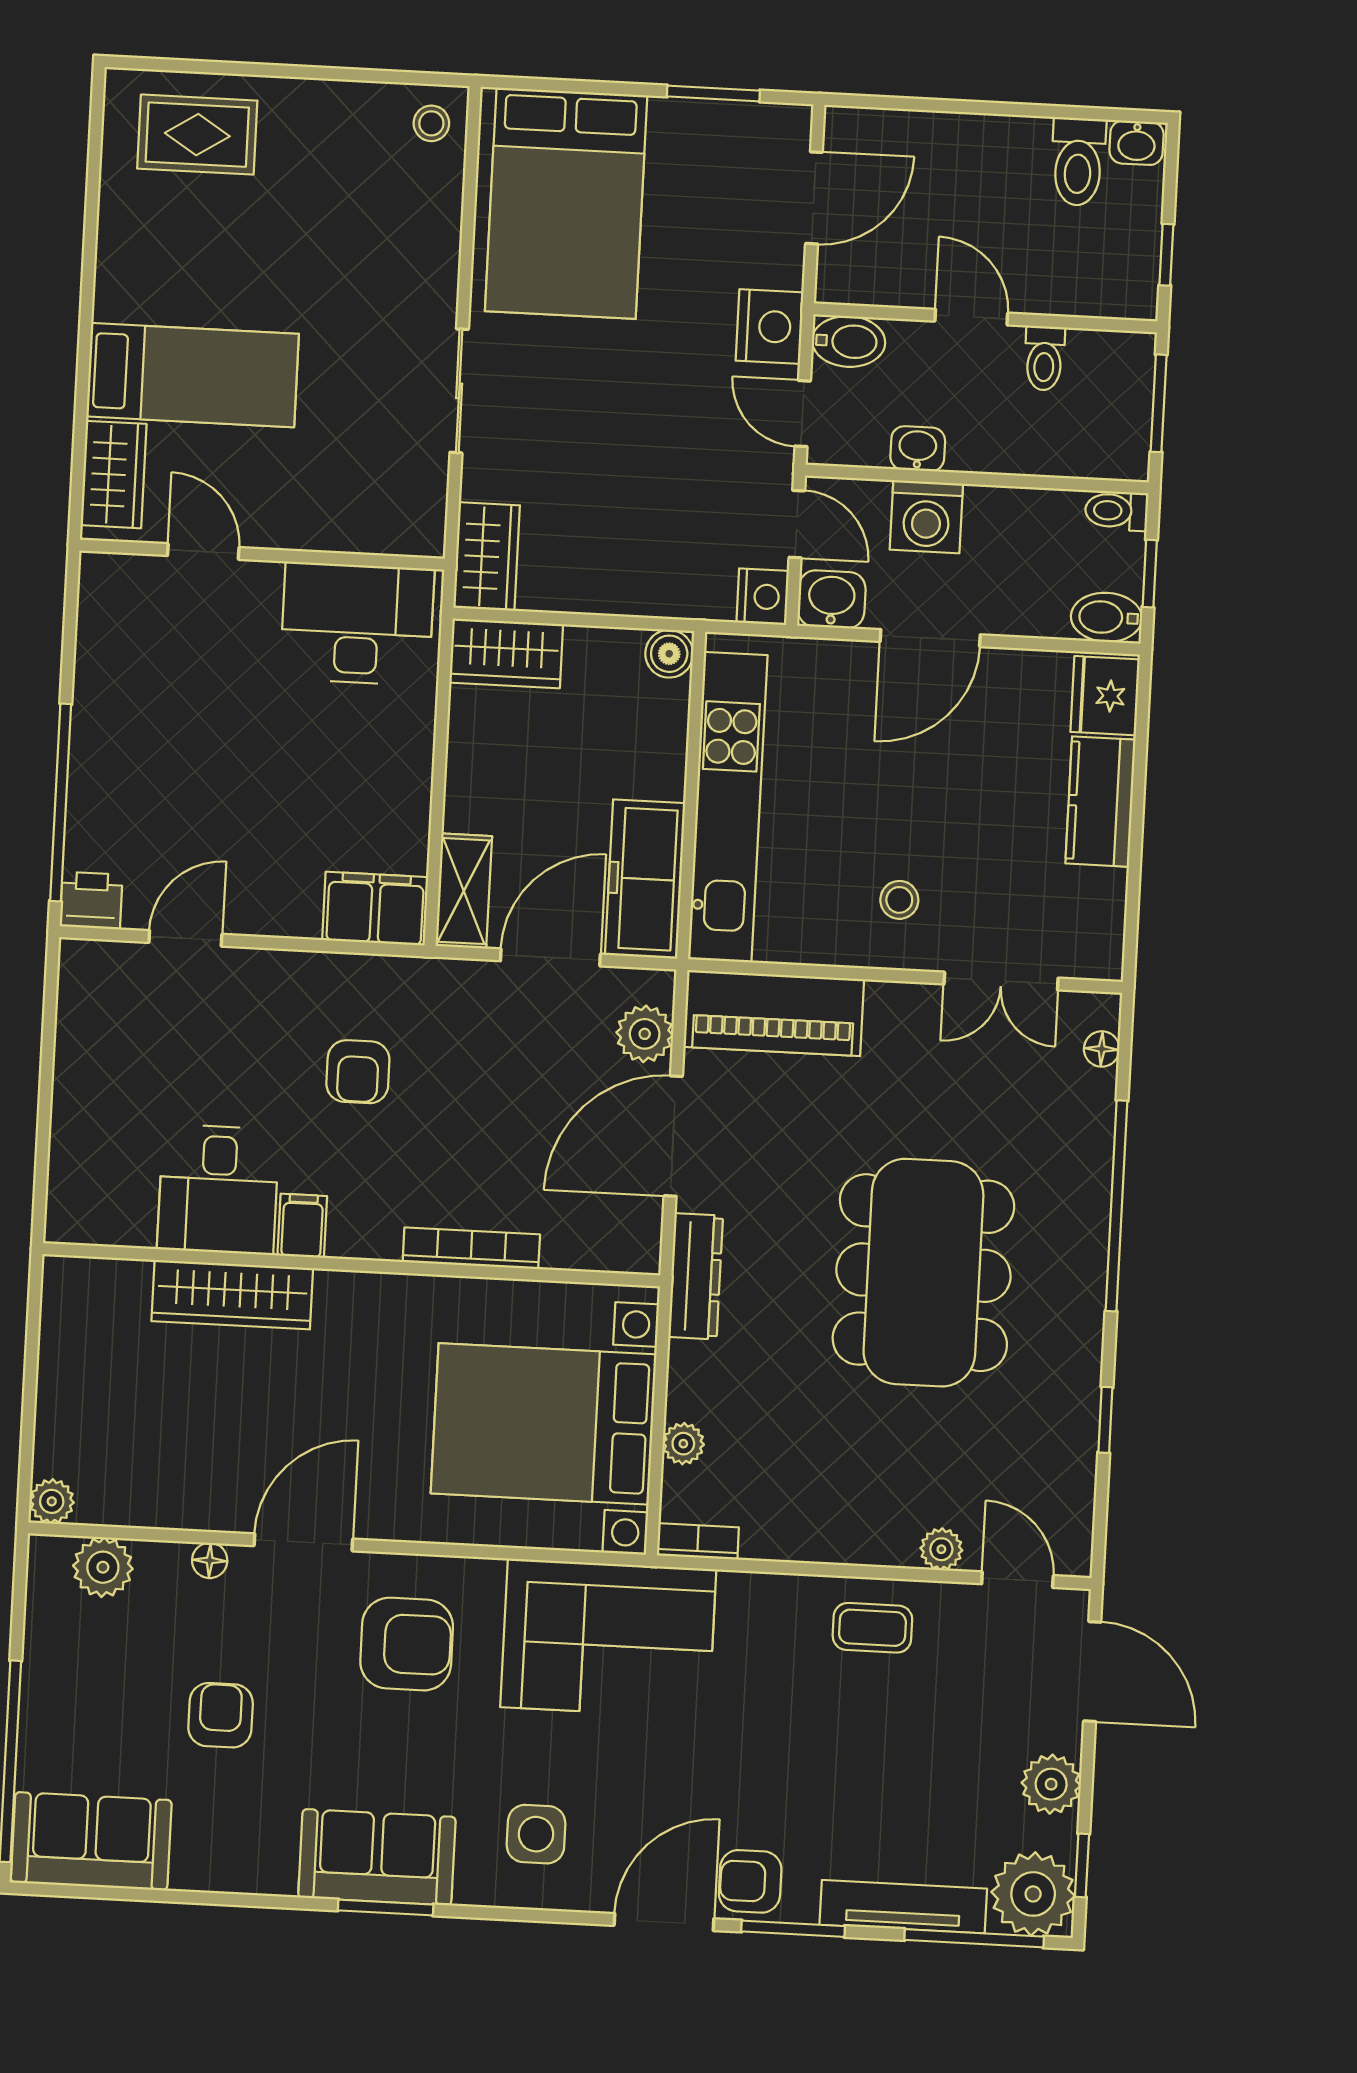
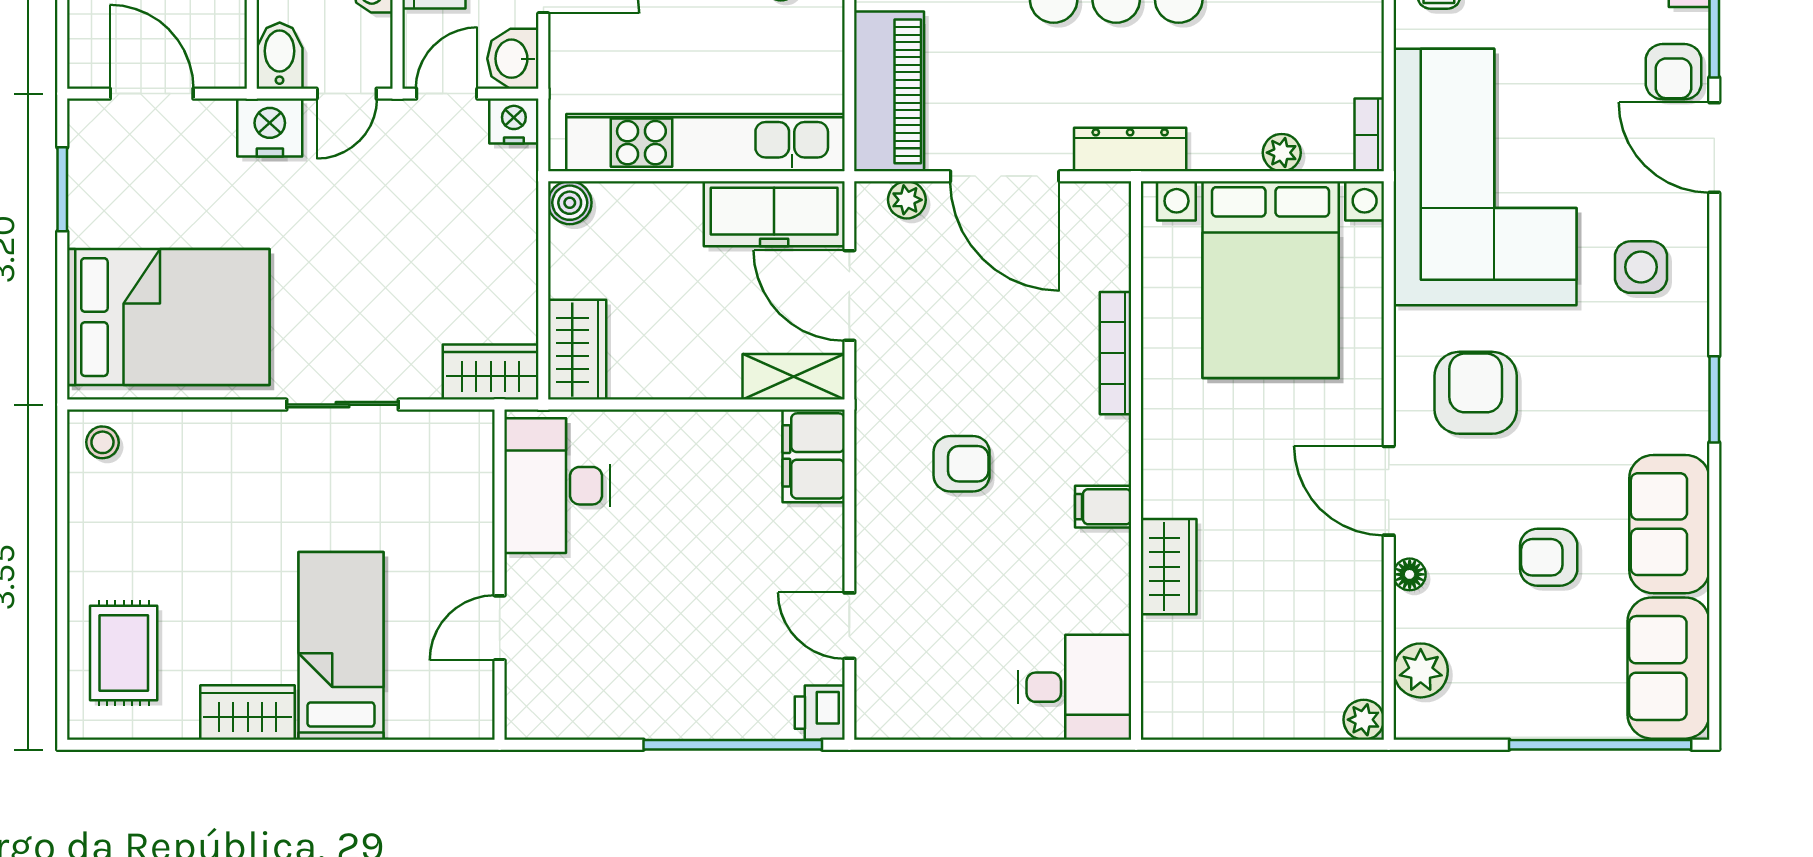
wardrobe: (114, 475) -> (248, 712), moved
plant: (645, 1034) -> (907, 200), width x0.73, depth x0.73
desk: (218, 1189) -> (1074, 687), moved
wardrobe: (232, 1295) -> (1169, 567), width x0.67
corner sofa: (608, 1638) -> (1485, 177), width x1.36, depth x1.36
sofa: (377, 1857) -> (1669, 524), moved

